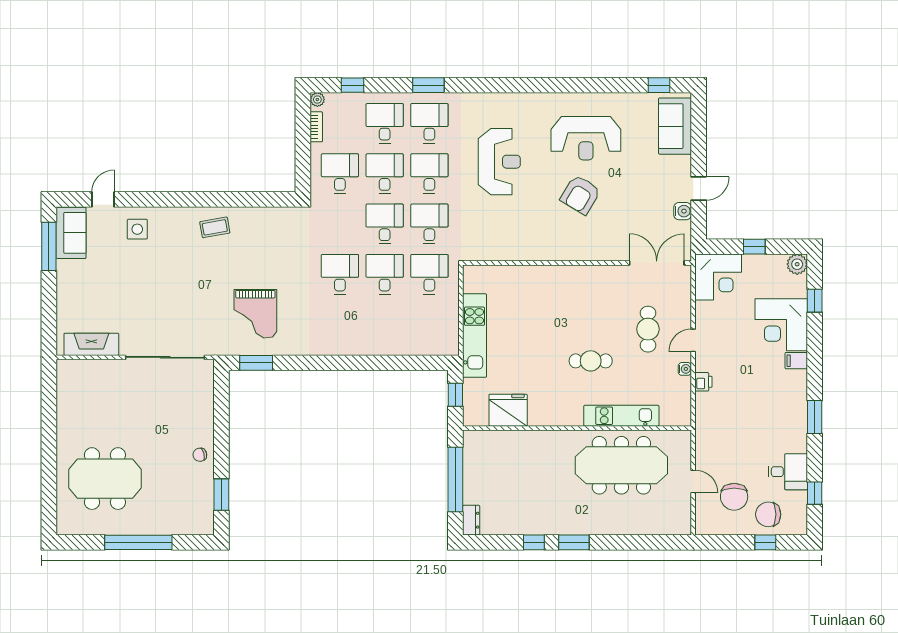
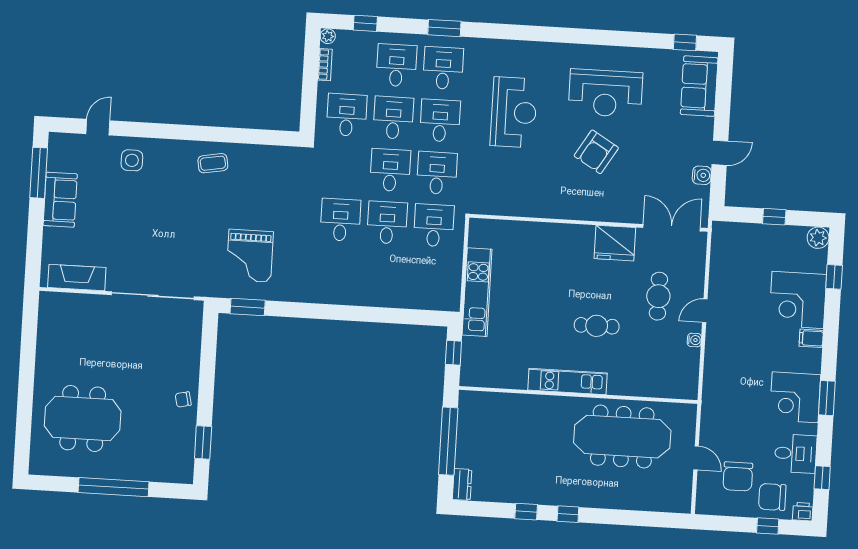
sofa: (71, 233) -> (60, 200), moved
corner desk: (718, 277) -> (795, 397), moved, turned 90
printer: (703, 382) -> (803, 512), moved, turned -90
fridge: (508, 410) -> (615, 243), moved, turned 180
kitchen unit: (621, 416) -> (567, 381), moved
window: (574, 542) -> (568, 514), width x0.67

